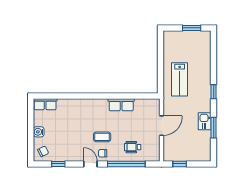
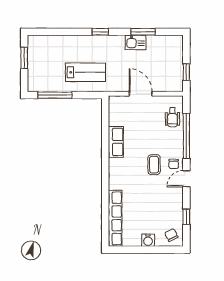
window: (160, 54) -> (55, 95), added
row of seats: (45, 104) -> (115, 218), width x2.02
wheelchair: (133, 147) -> (172, 117), moved

